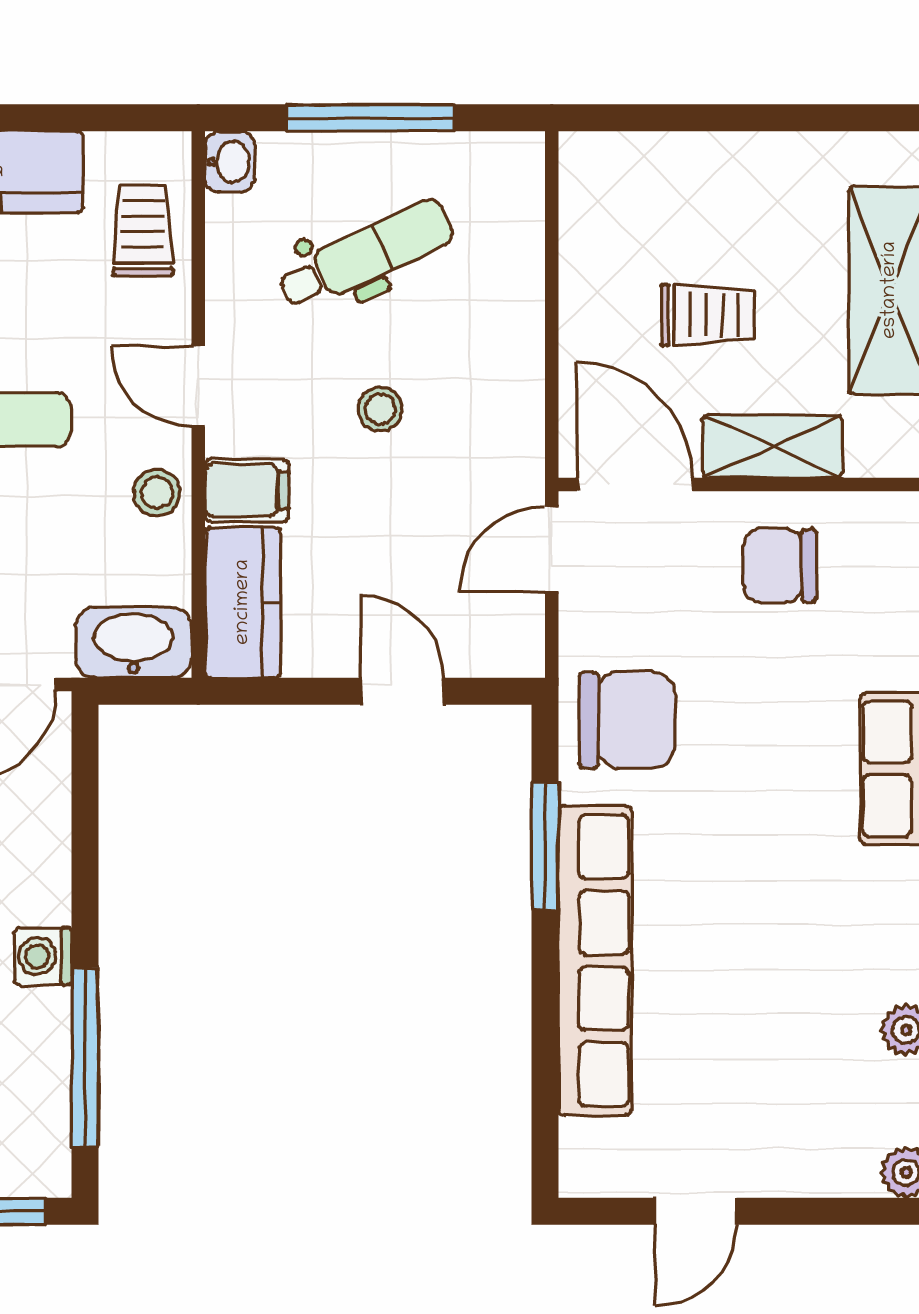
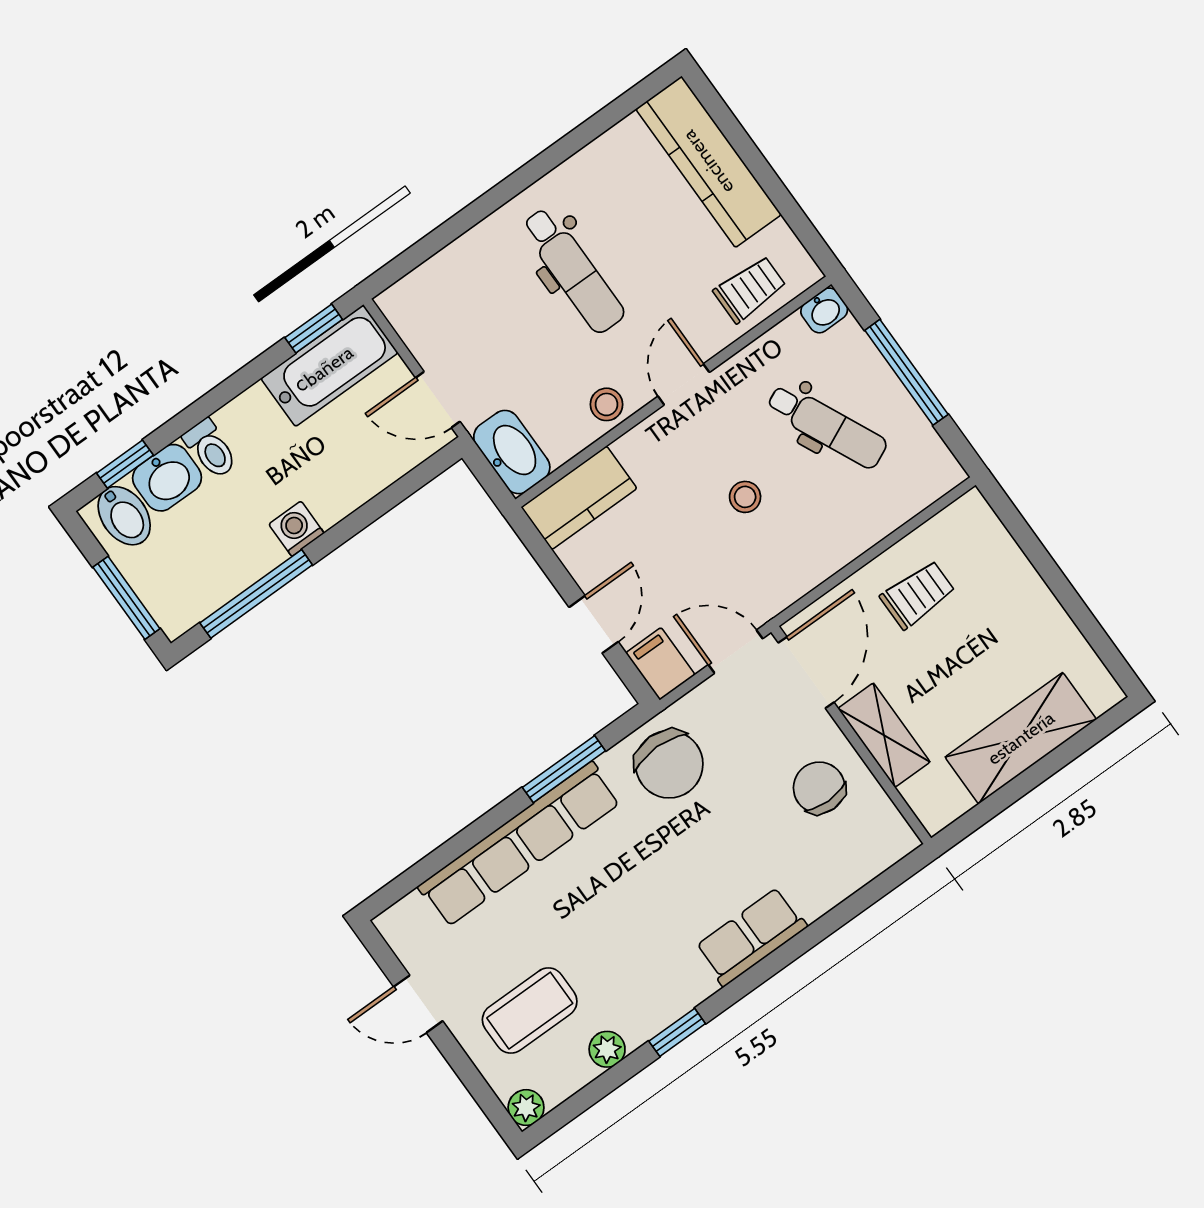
trolley: (708, 315) -> (918, 595), moved, turned -90
filing cabinet: (247, 490) -> (660, 664), moved, turned 180
coffee table: (797, 1087) -> (530, 1011), added

